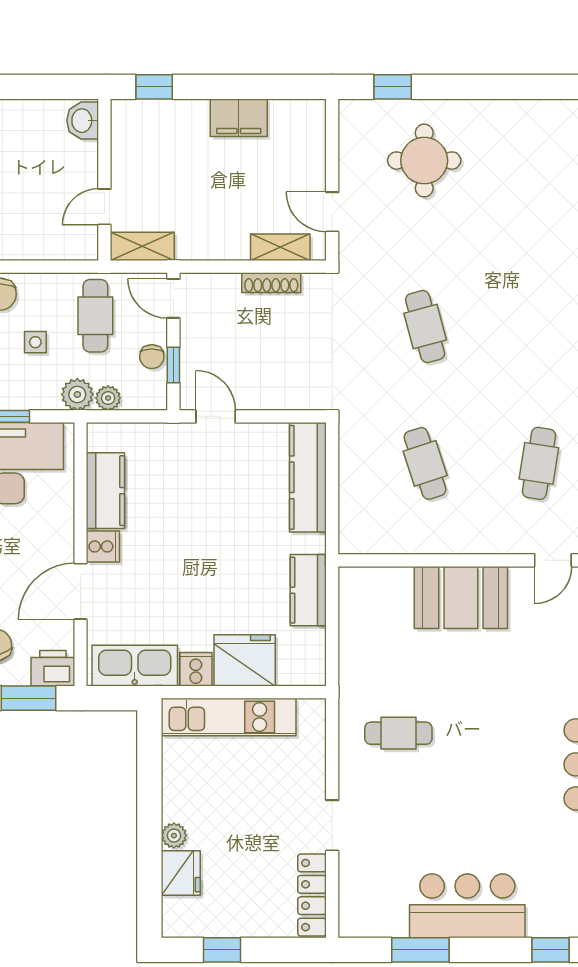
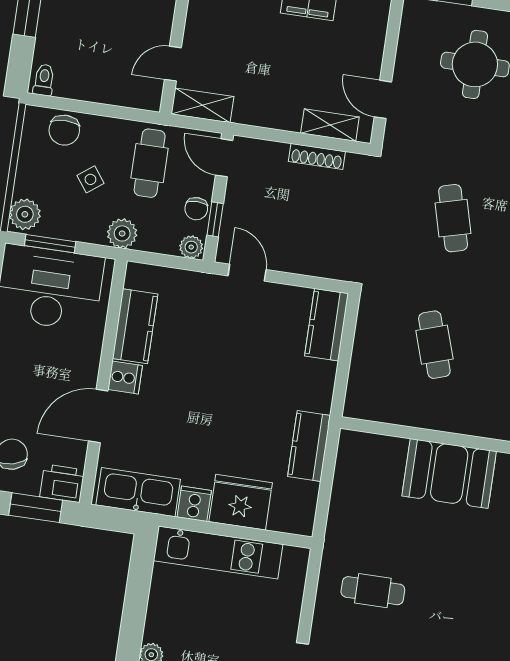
side table: (35, 342) -> (90, 179), turned -37
plant: (108, 398) -> (191, 247), moved
kitchen counter: (308, 477) -> (327, 325), width x0.67

